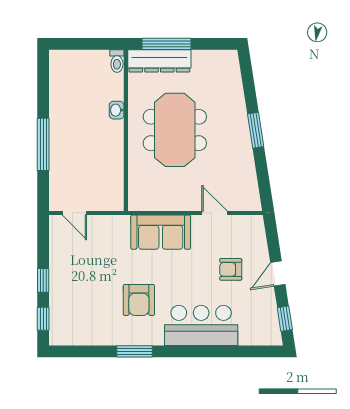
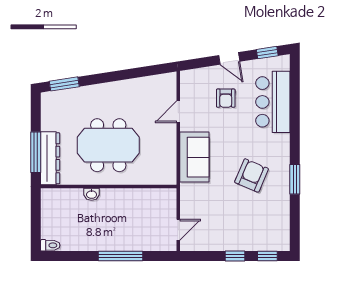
toilet: (117, 61) -> (50, 245), moved
window: (256, 130) -> (64, 84), moved
armchair: (139, 300) -> (252, 175), turned -67
bar counter: (201, 325) -> (273, 102), moved

